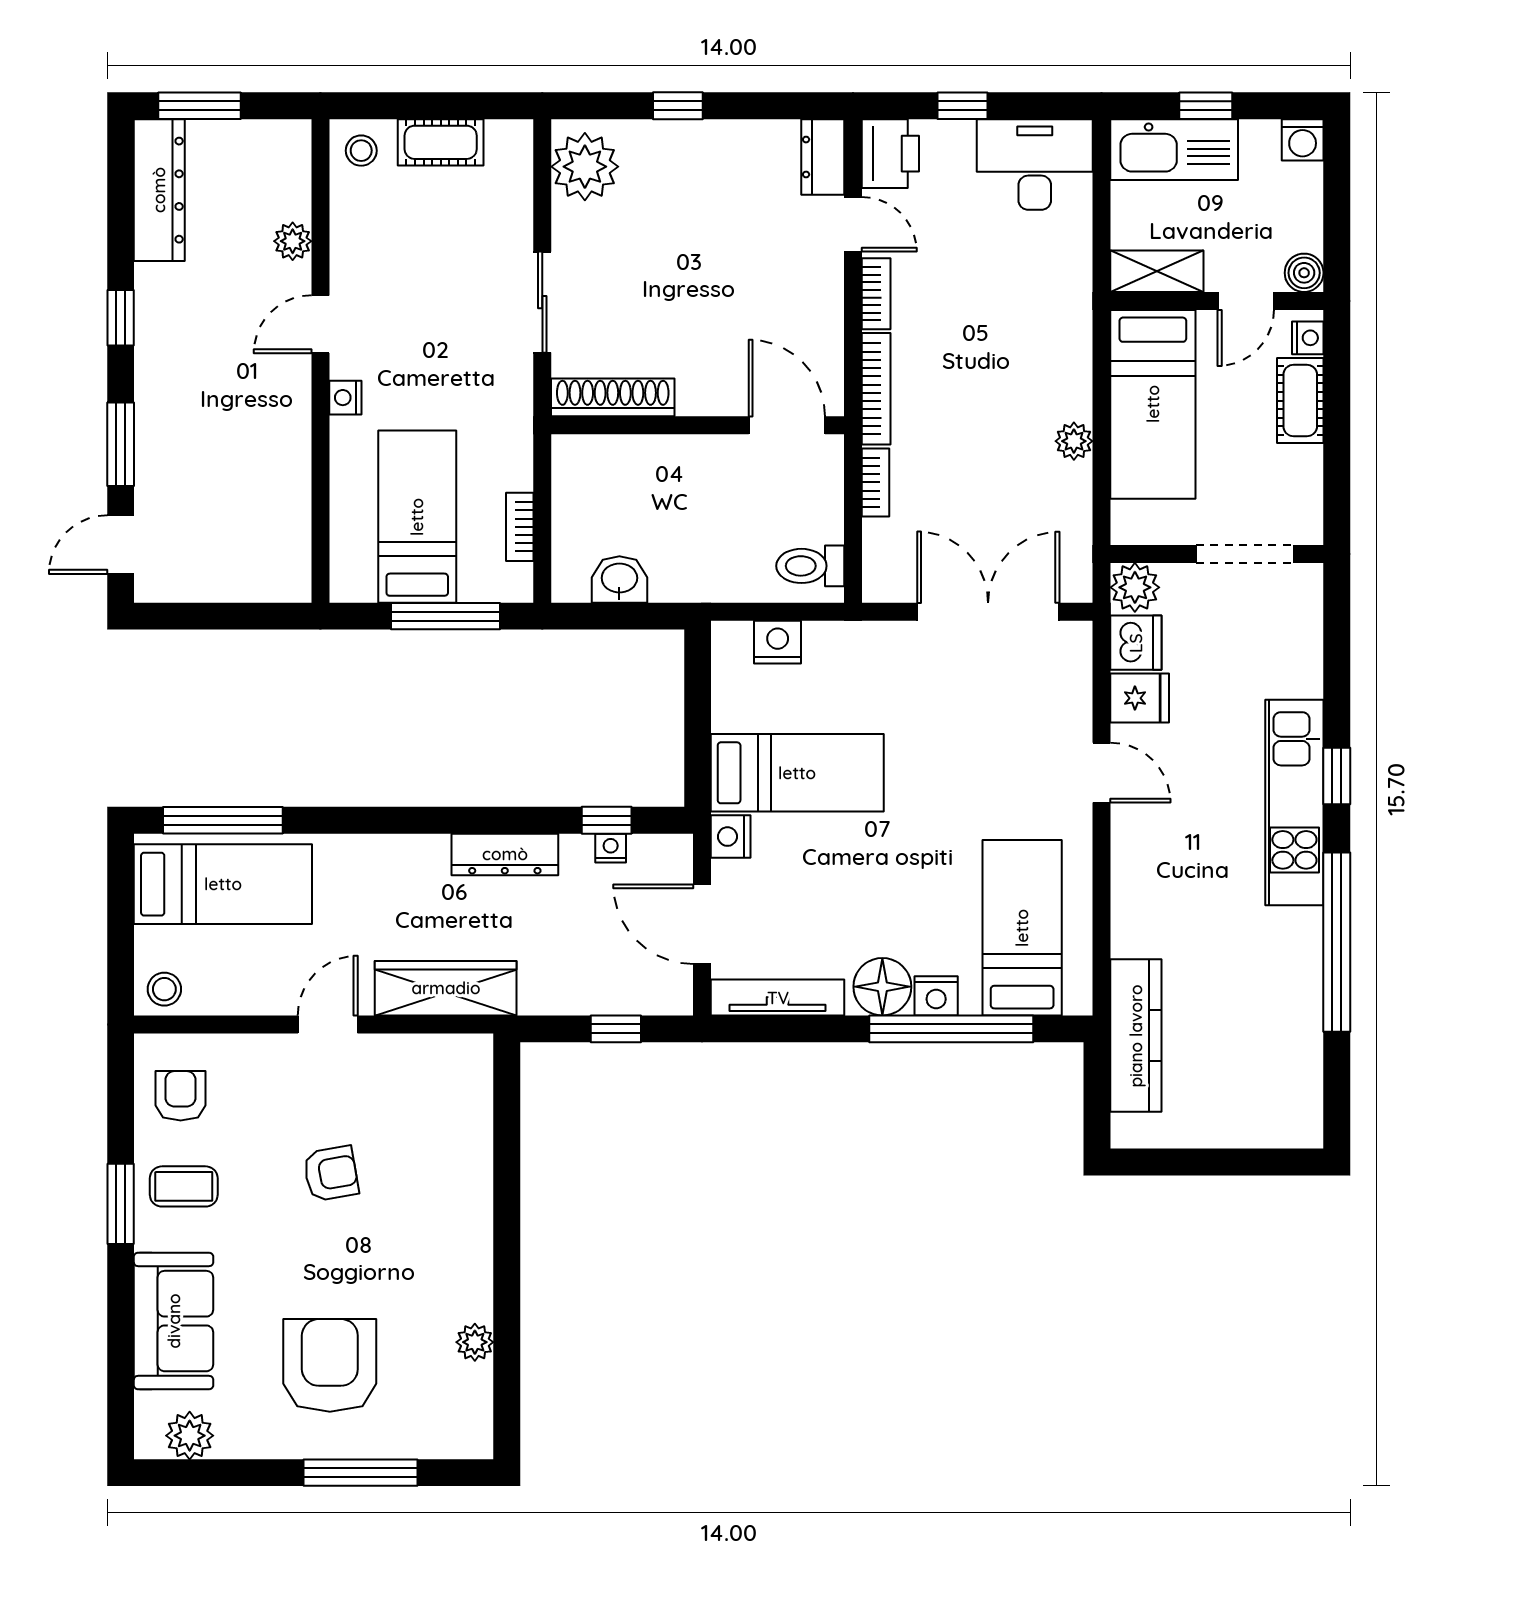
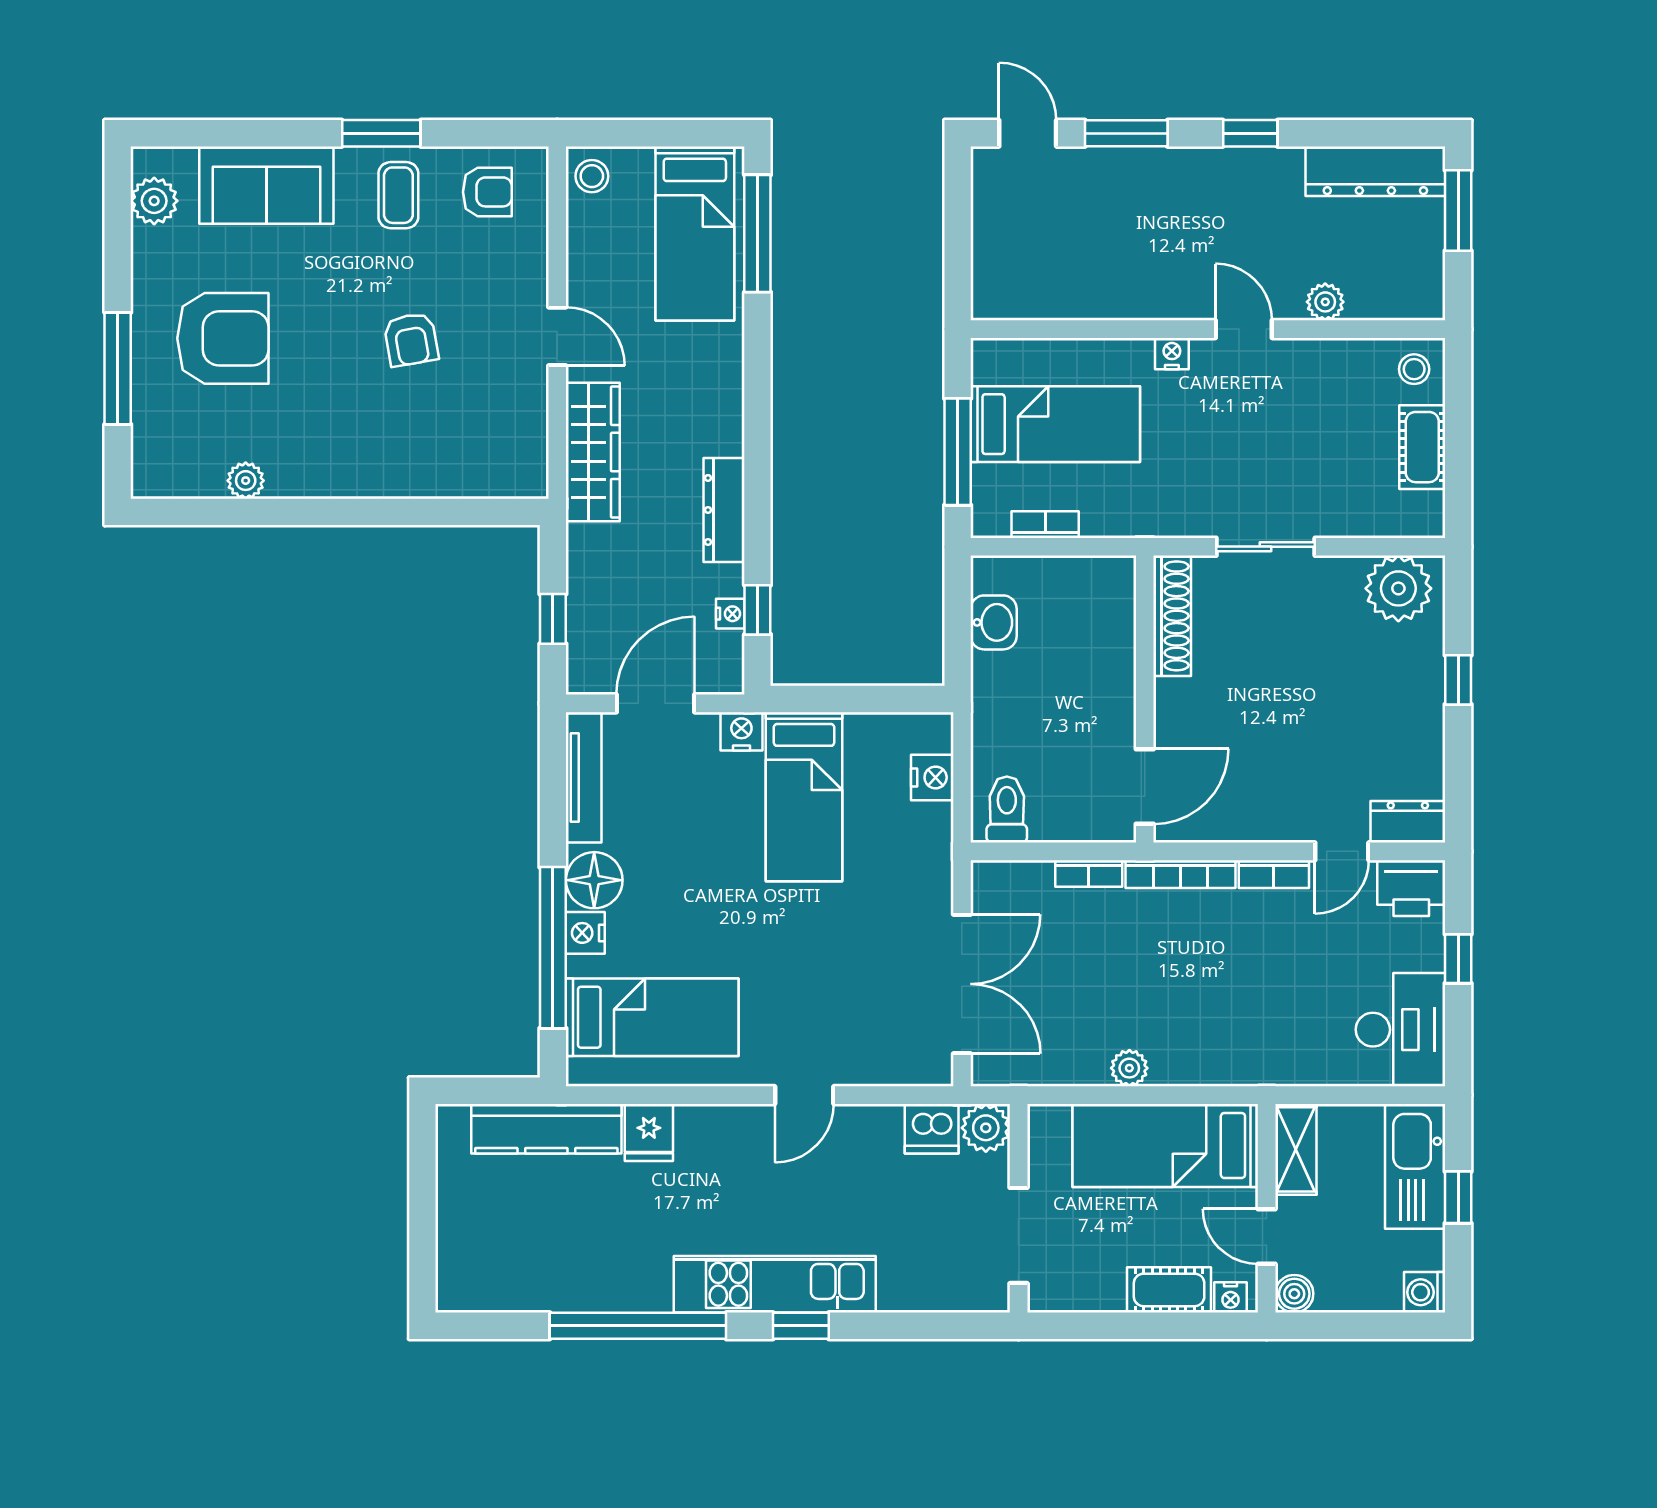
fridge: (1140, 698) -> (649, 1133), moved

